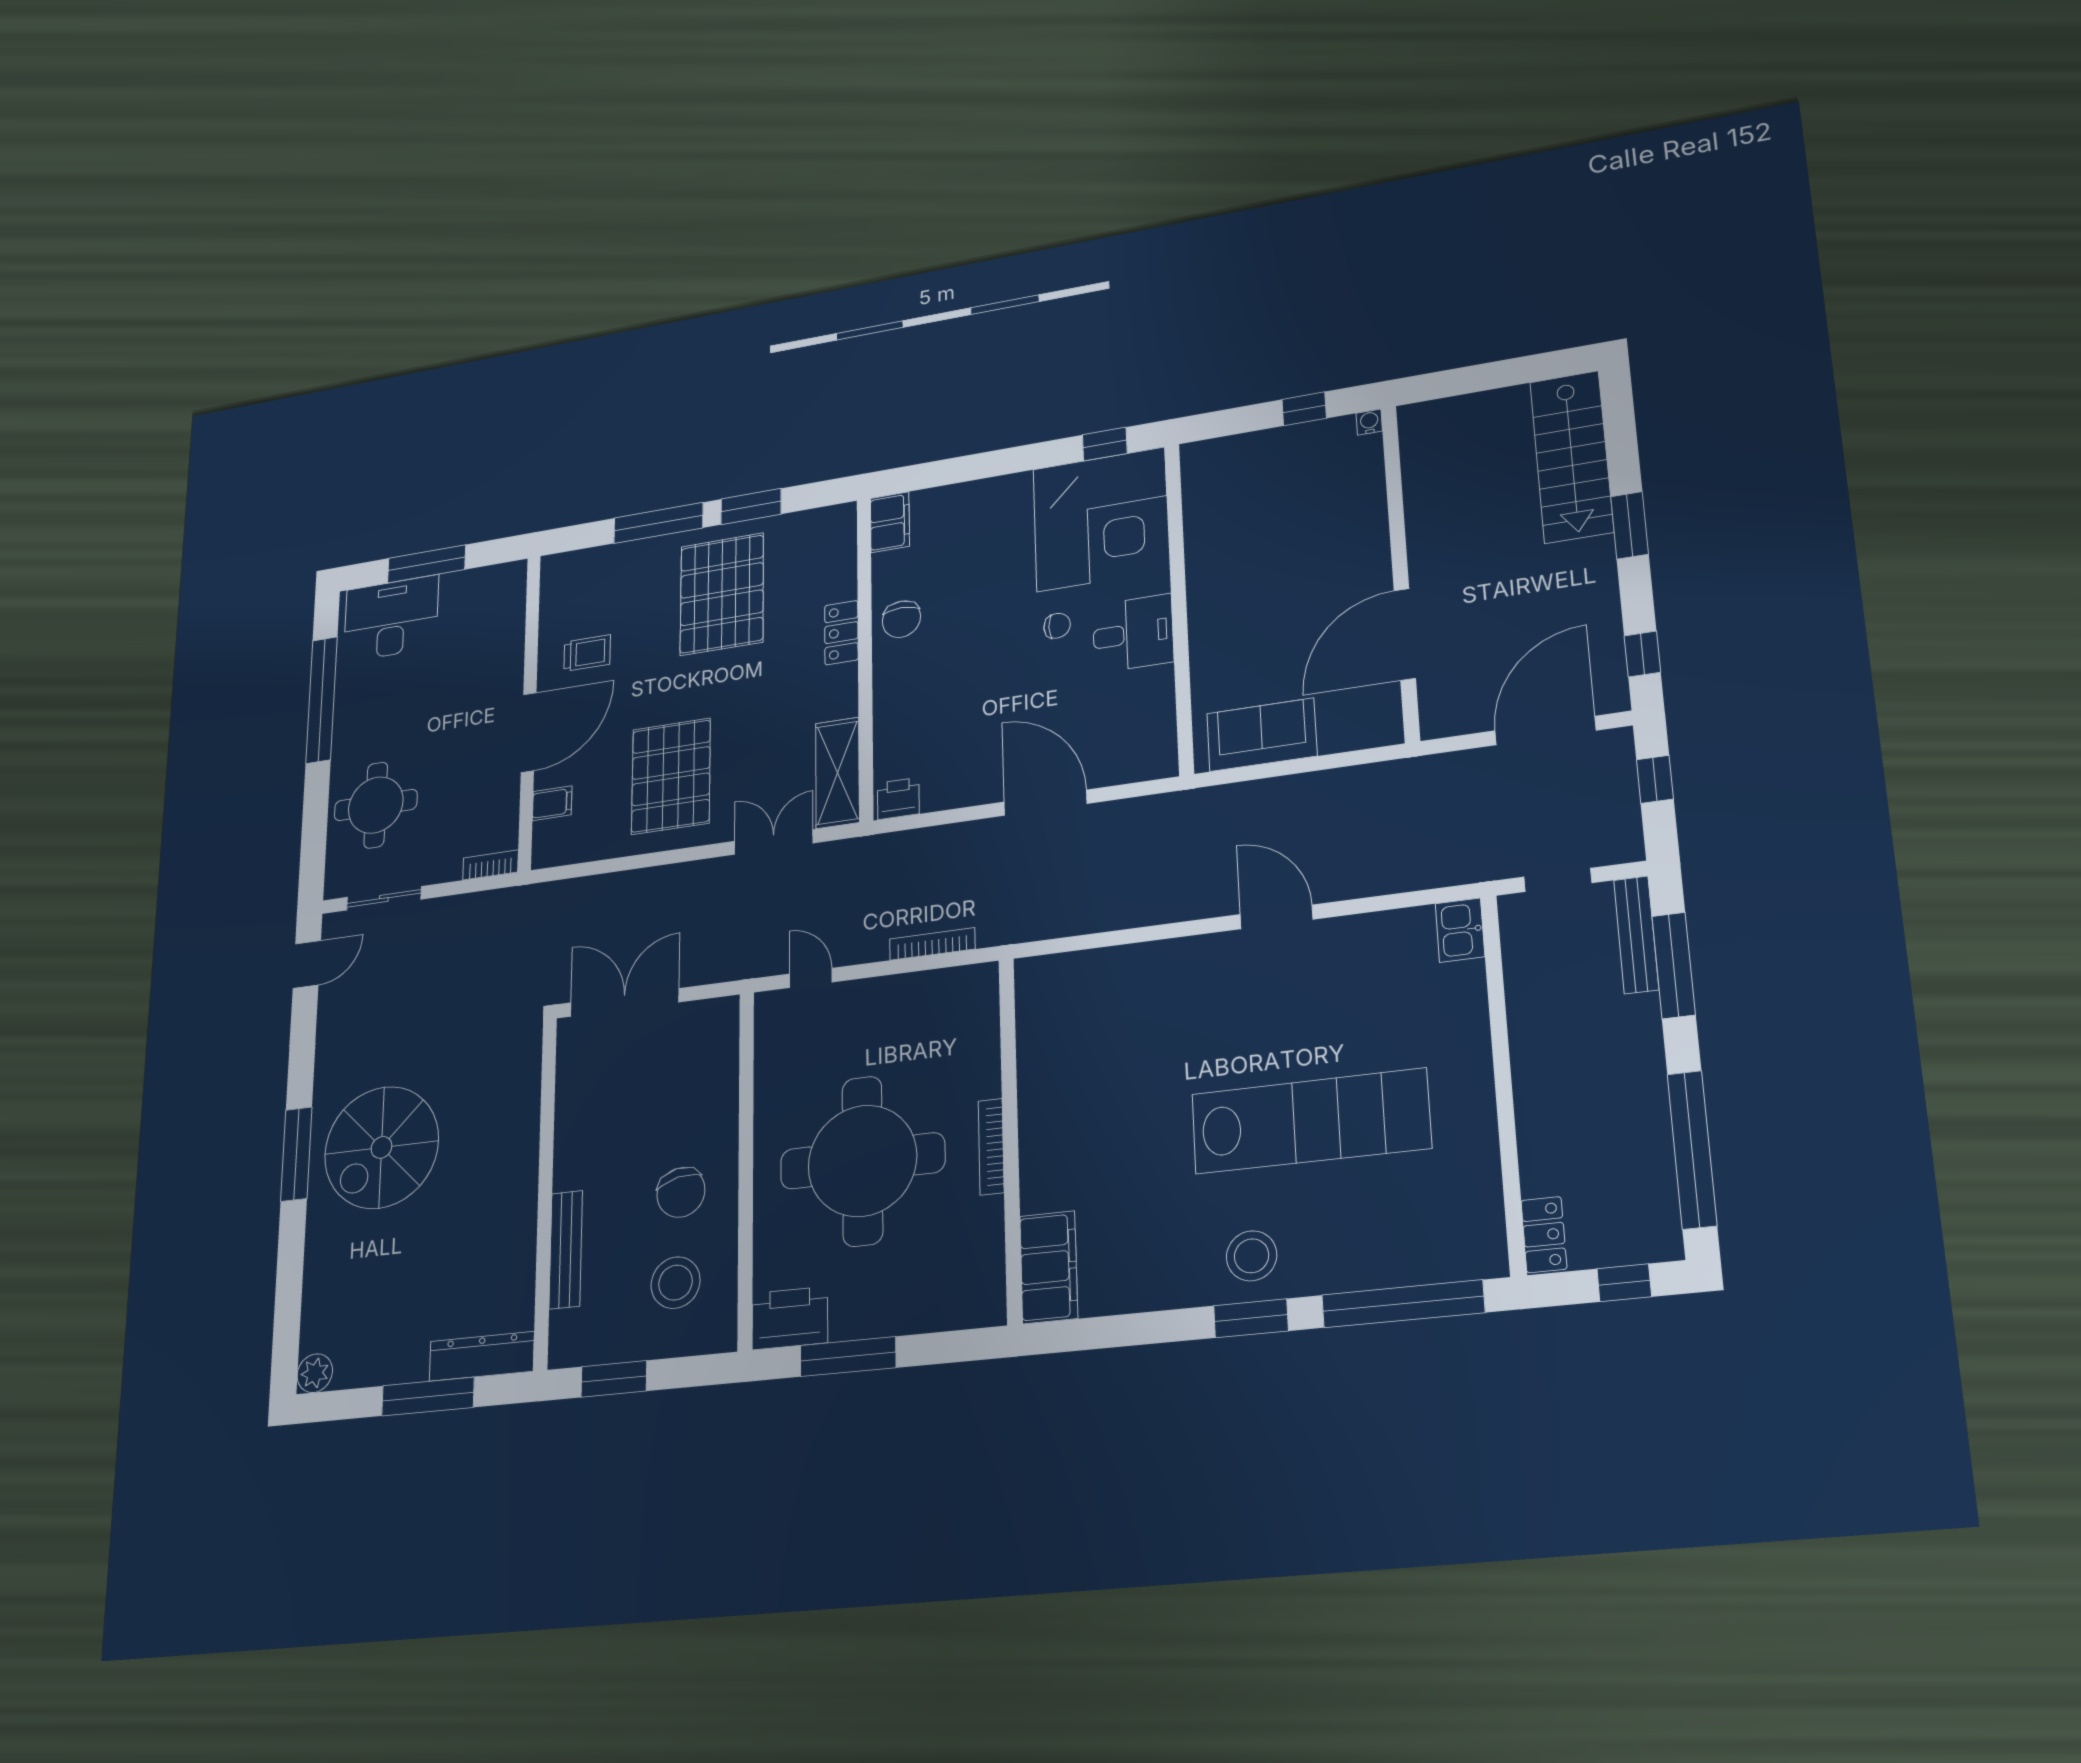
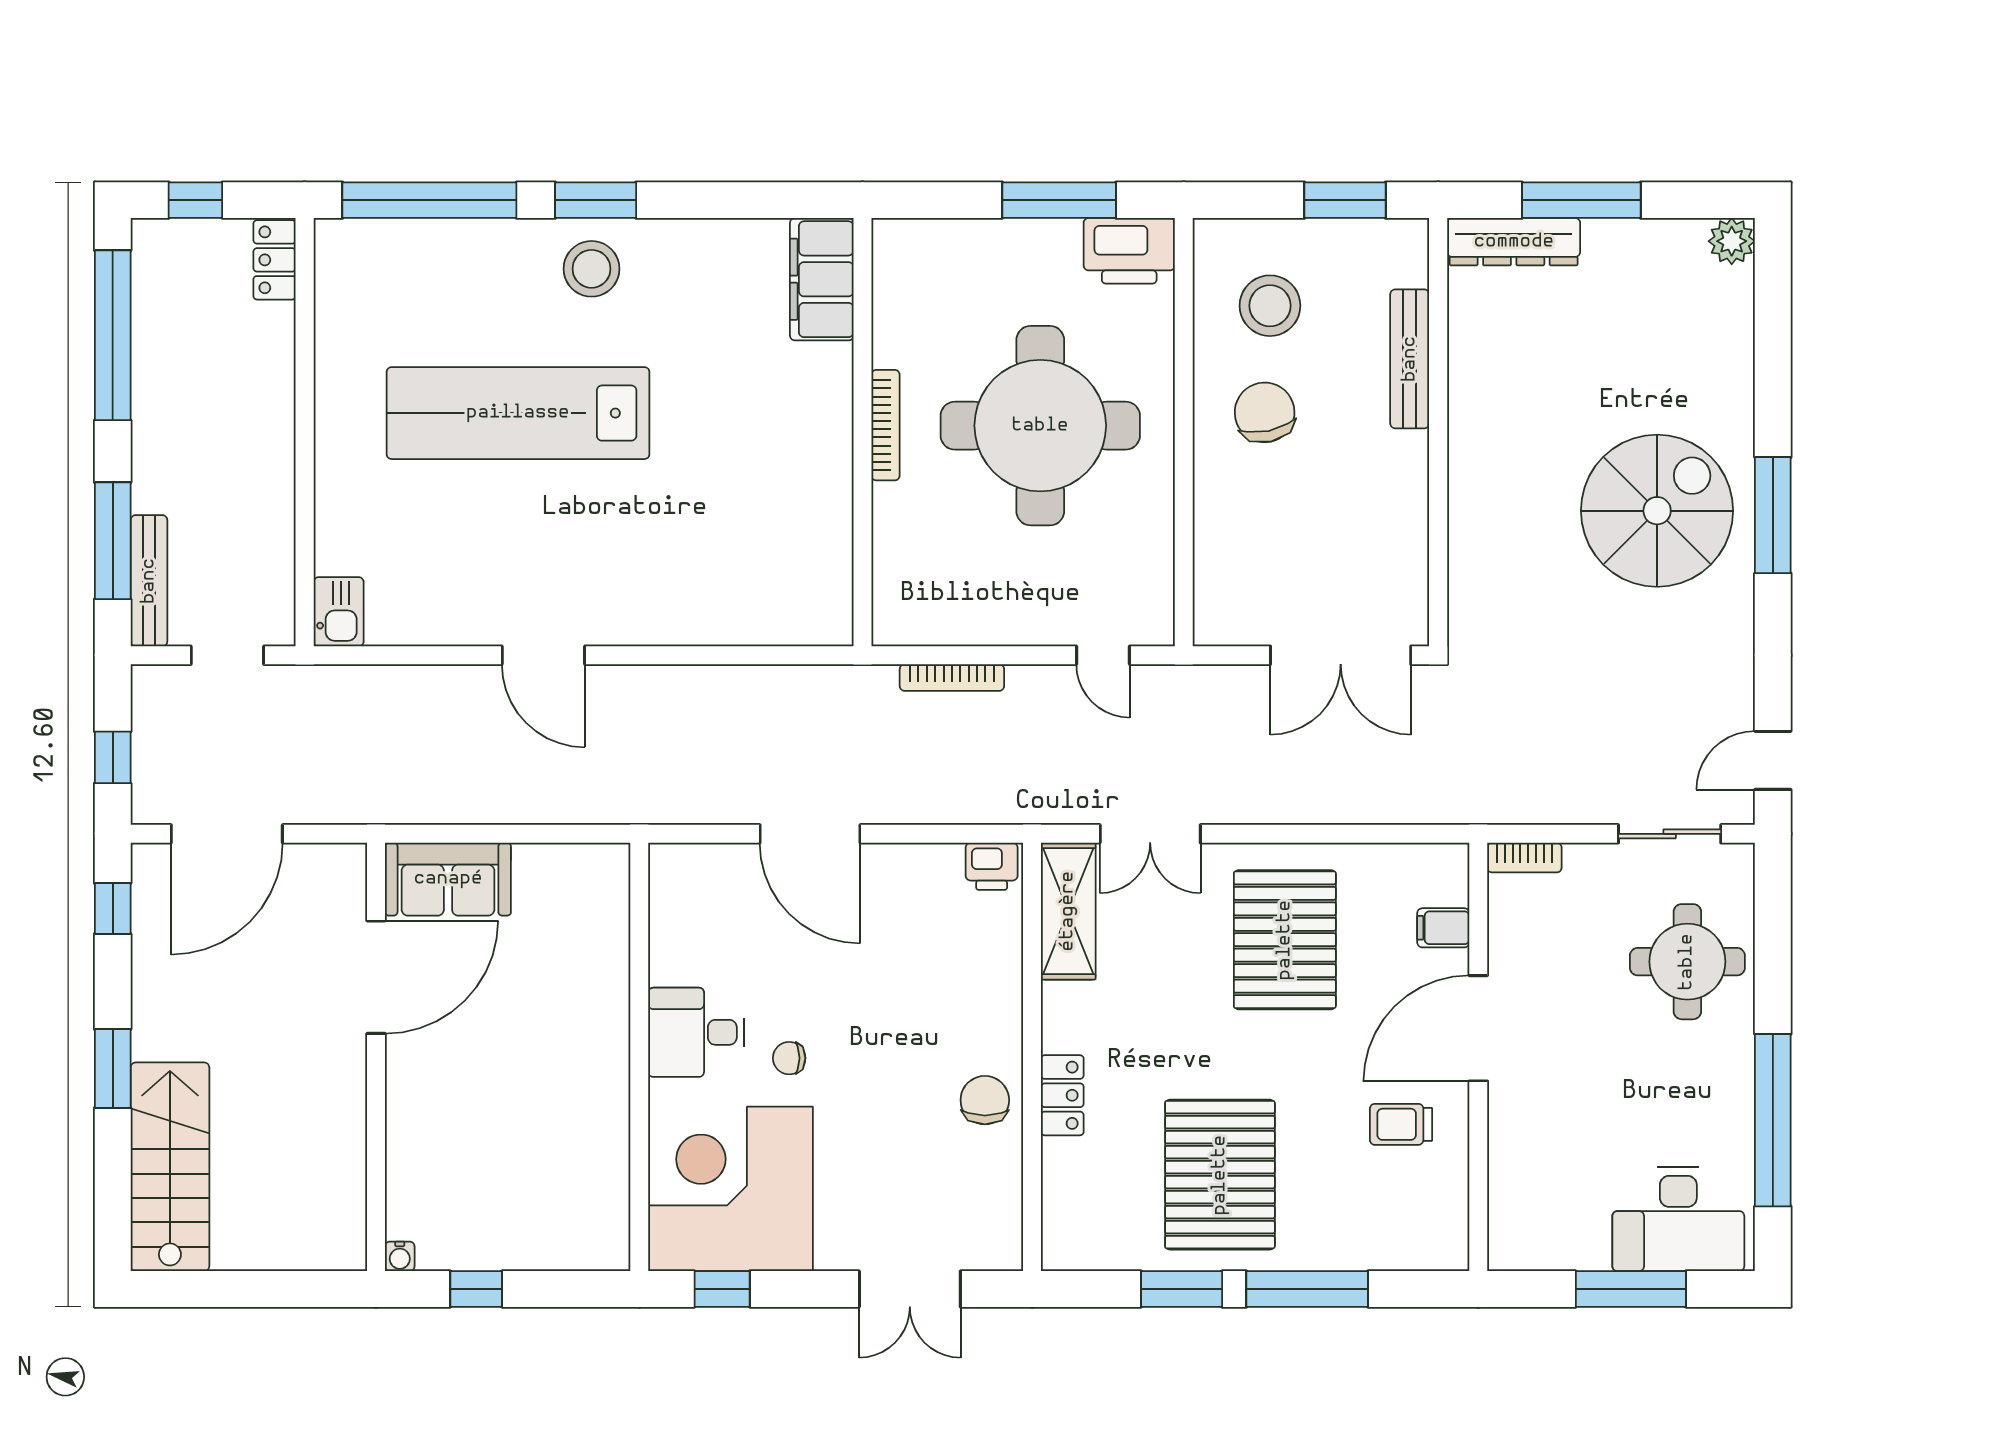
double door: (957, 470) -> (910, 1289), added
filing cabinet: (890, 522) -> (998, 1234), removed
sofa: (1262, 735) -> (448, 879), moved

